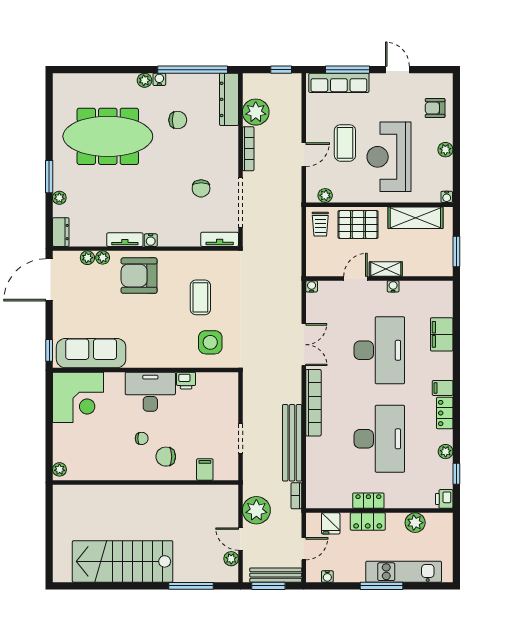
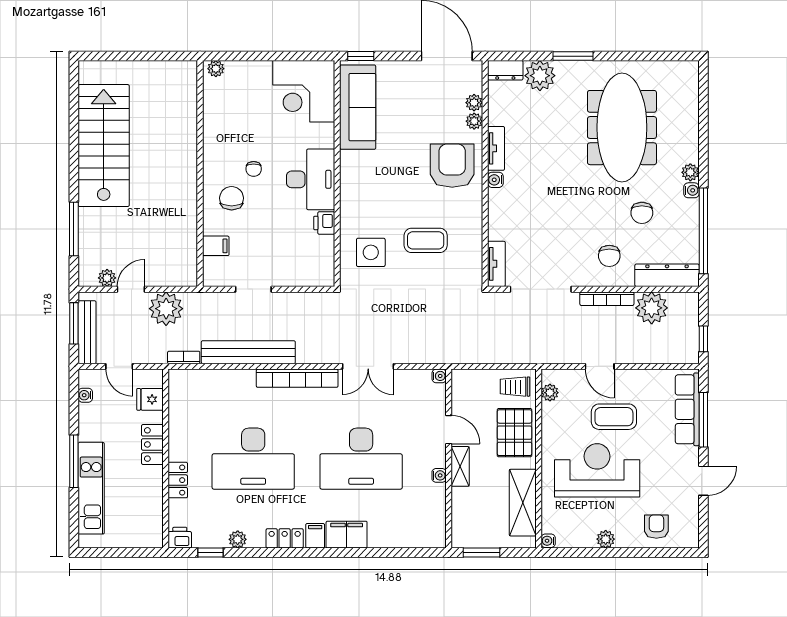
chair: (201, 188) -> (609, 256), moved, turned -90
plant: (59, 198) -> (540, 76), width x1.87, depth x1.87
filing cabinet: (442, 334) -> (347, 535), moved
locker: (368, 501) -> (178, 480), moved
plant: (415, 523) -> (151, 502), removed

